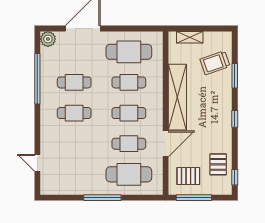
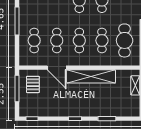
trolley: (215, 63) -> (116, 104), removed
pallet: (218, 164) -> (41, 106), removed
cafe table: (129, 174) -> (34, 40), width x0.73, depth x0.74

